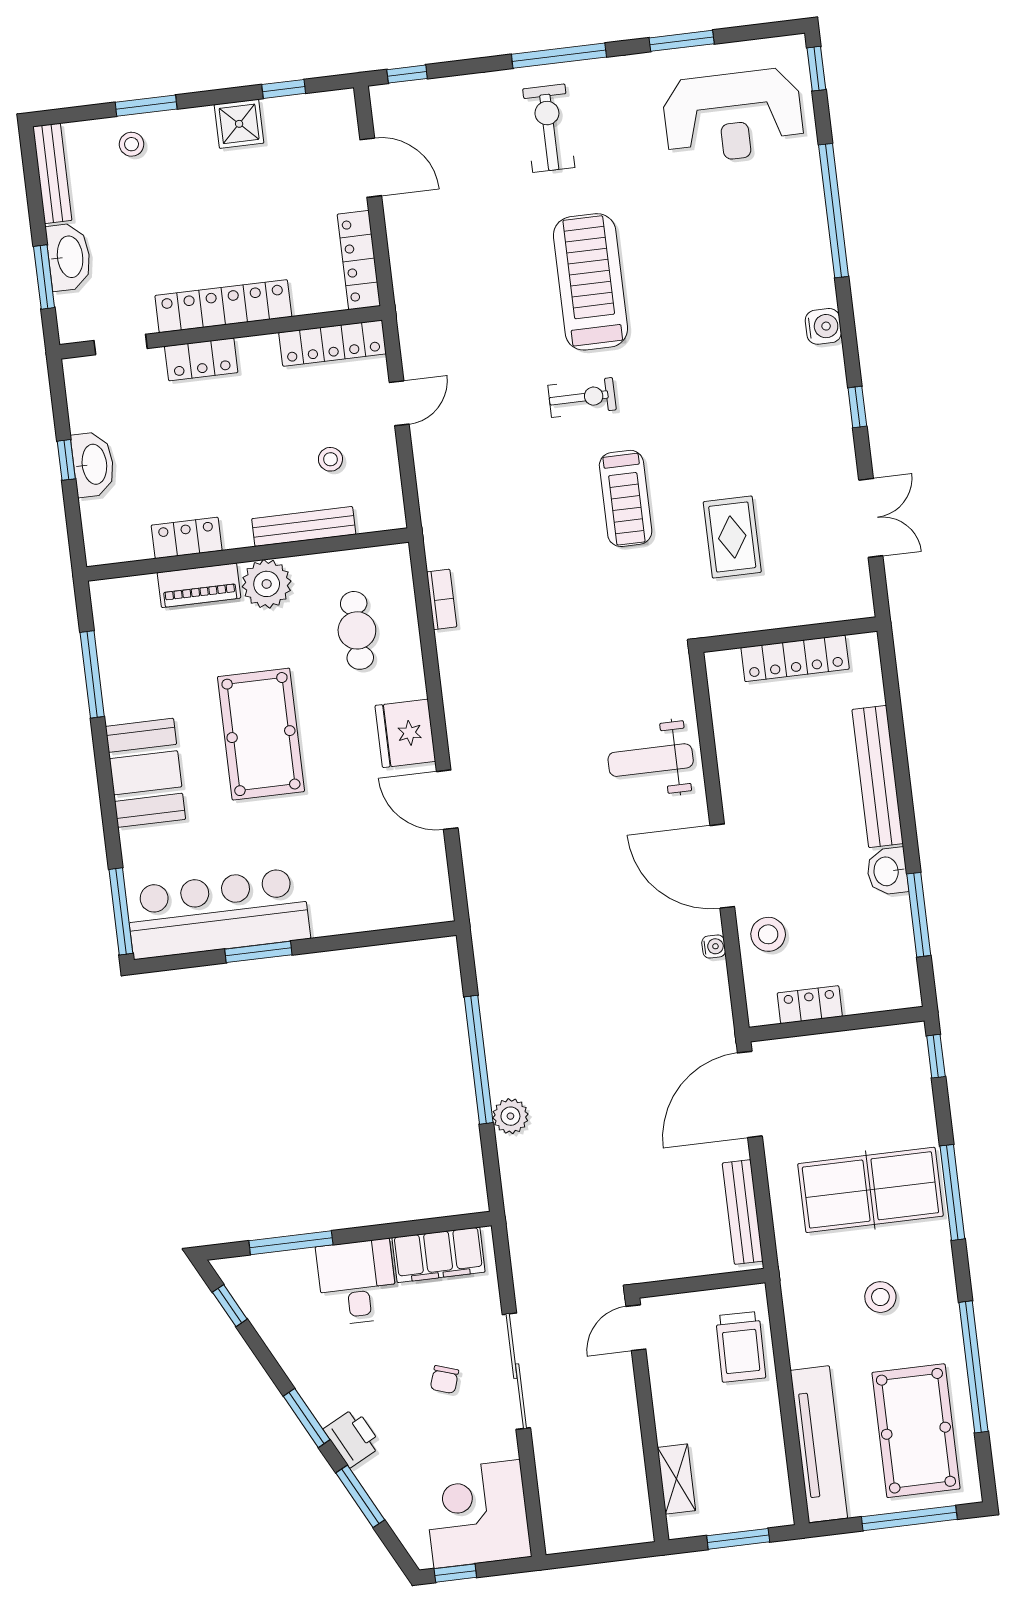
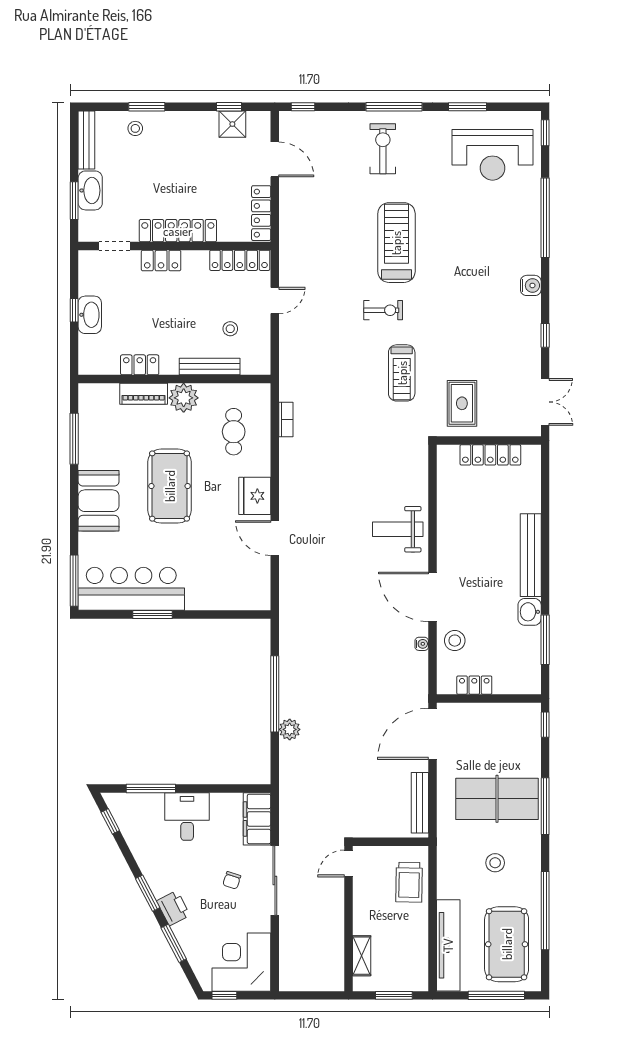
shower: (239, 124) -> (232, 124), moved
wall: (790, 635) -> (489, 440), moved
locker: (795, 658) -> (490, 455), moved
filing cabinet: (438, 1255) -> (257, 819), moved, turned 90

